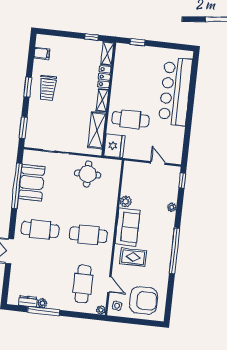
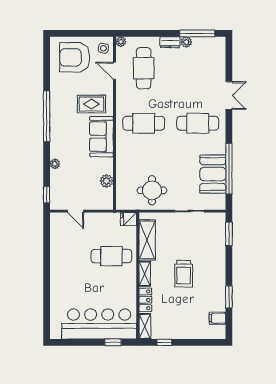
window: (28, 87) -> (229, 297), moved
trolley: (48, 88) -> (184, 274), moved, turned 180
bar counter: (175, 91) -> (99, 324), moved, turned -90
fridge: (114, 146) -> (129, 219), width x0.53, depth x0.75
plant: (126, 202) -> (107, 181), moved
dresser: (28, 301) -> (170, 42), moved
window: (44, 311) -> (197, 33), moved

